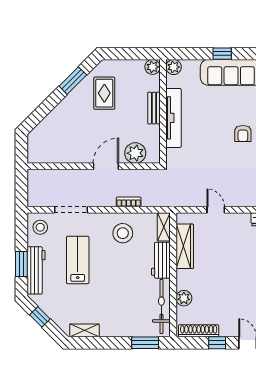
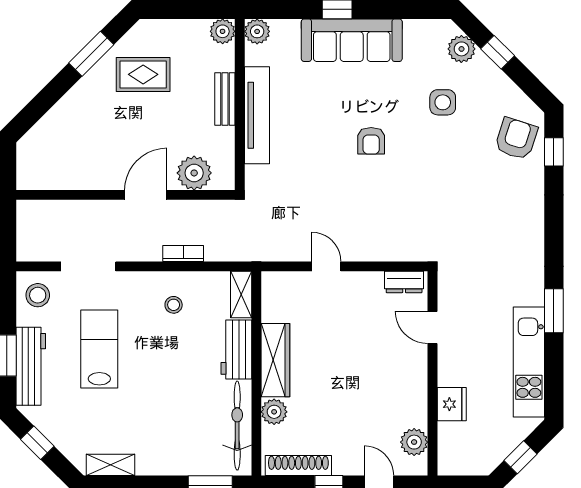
rug: (104, 93) -> (143, 74), turned 90
stool: (123, 233) -> (174, 305), width x0.53, depth x0.53
wardrobe: (185, 246) -> (275, 360), moved

